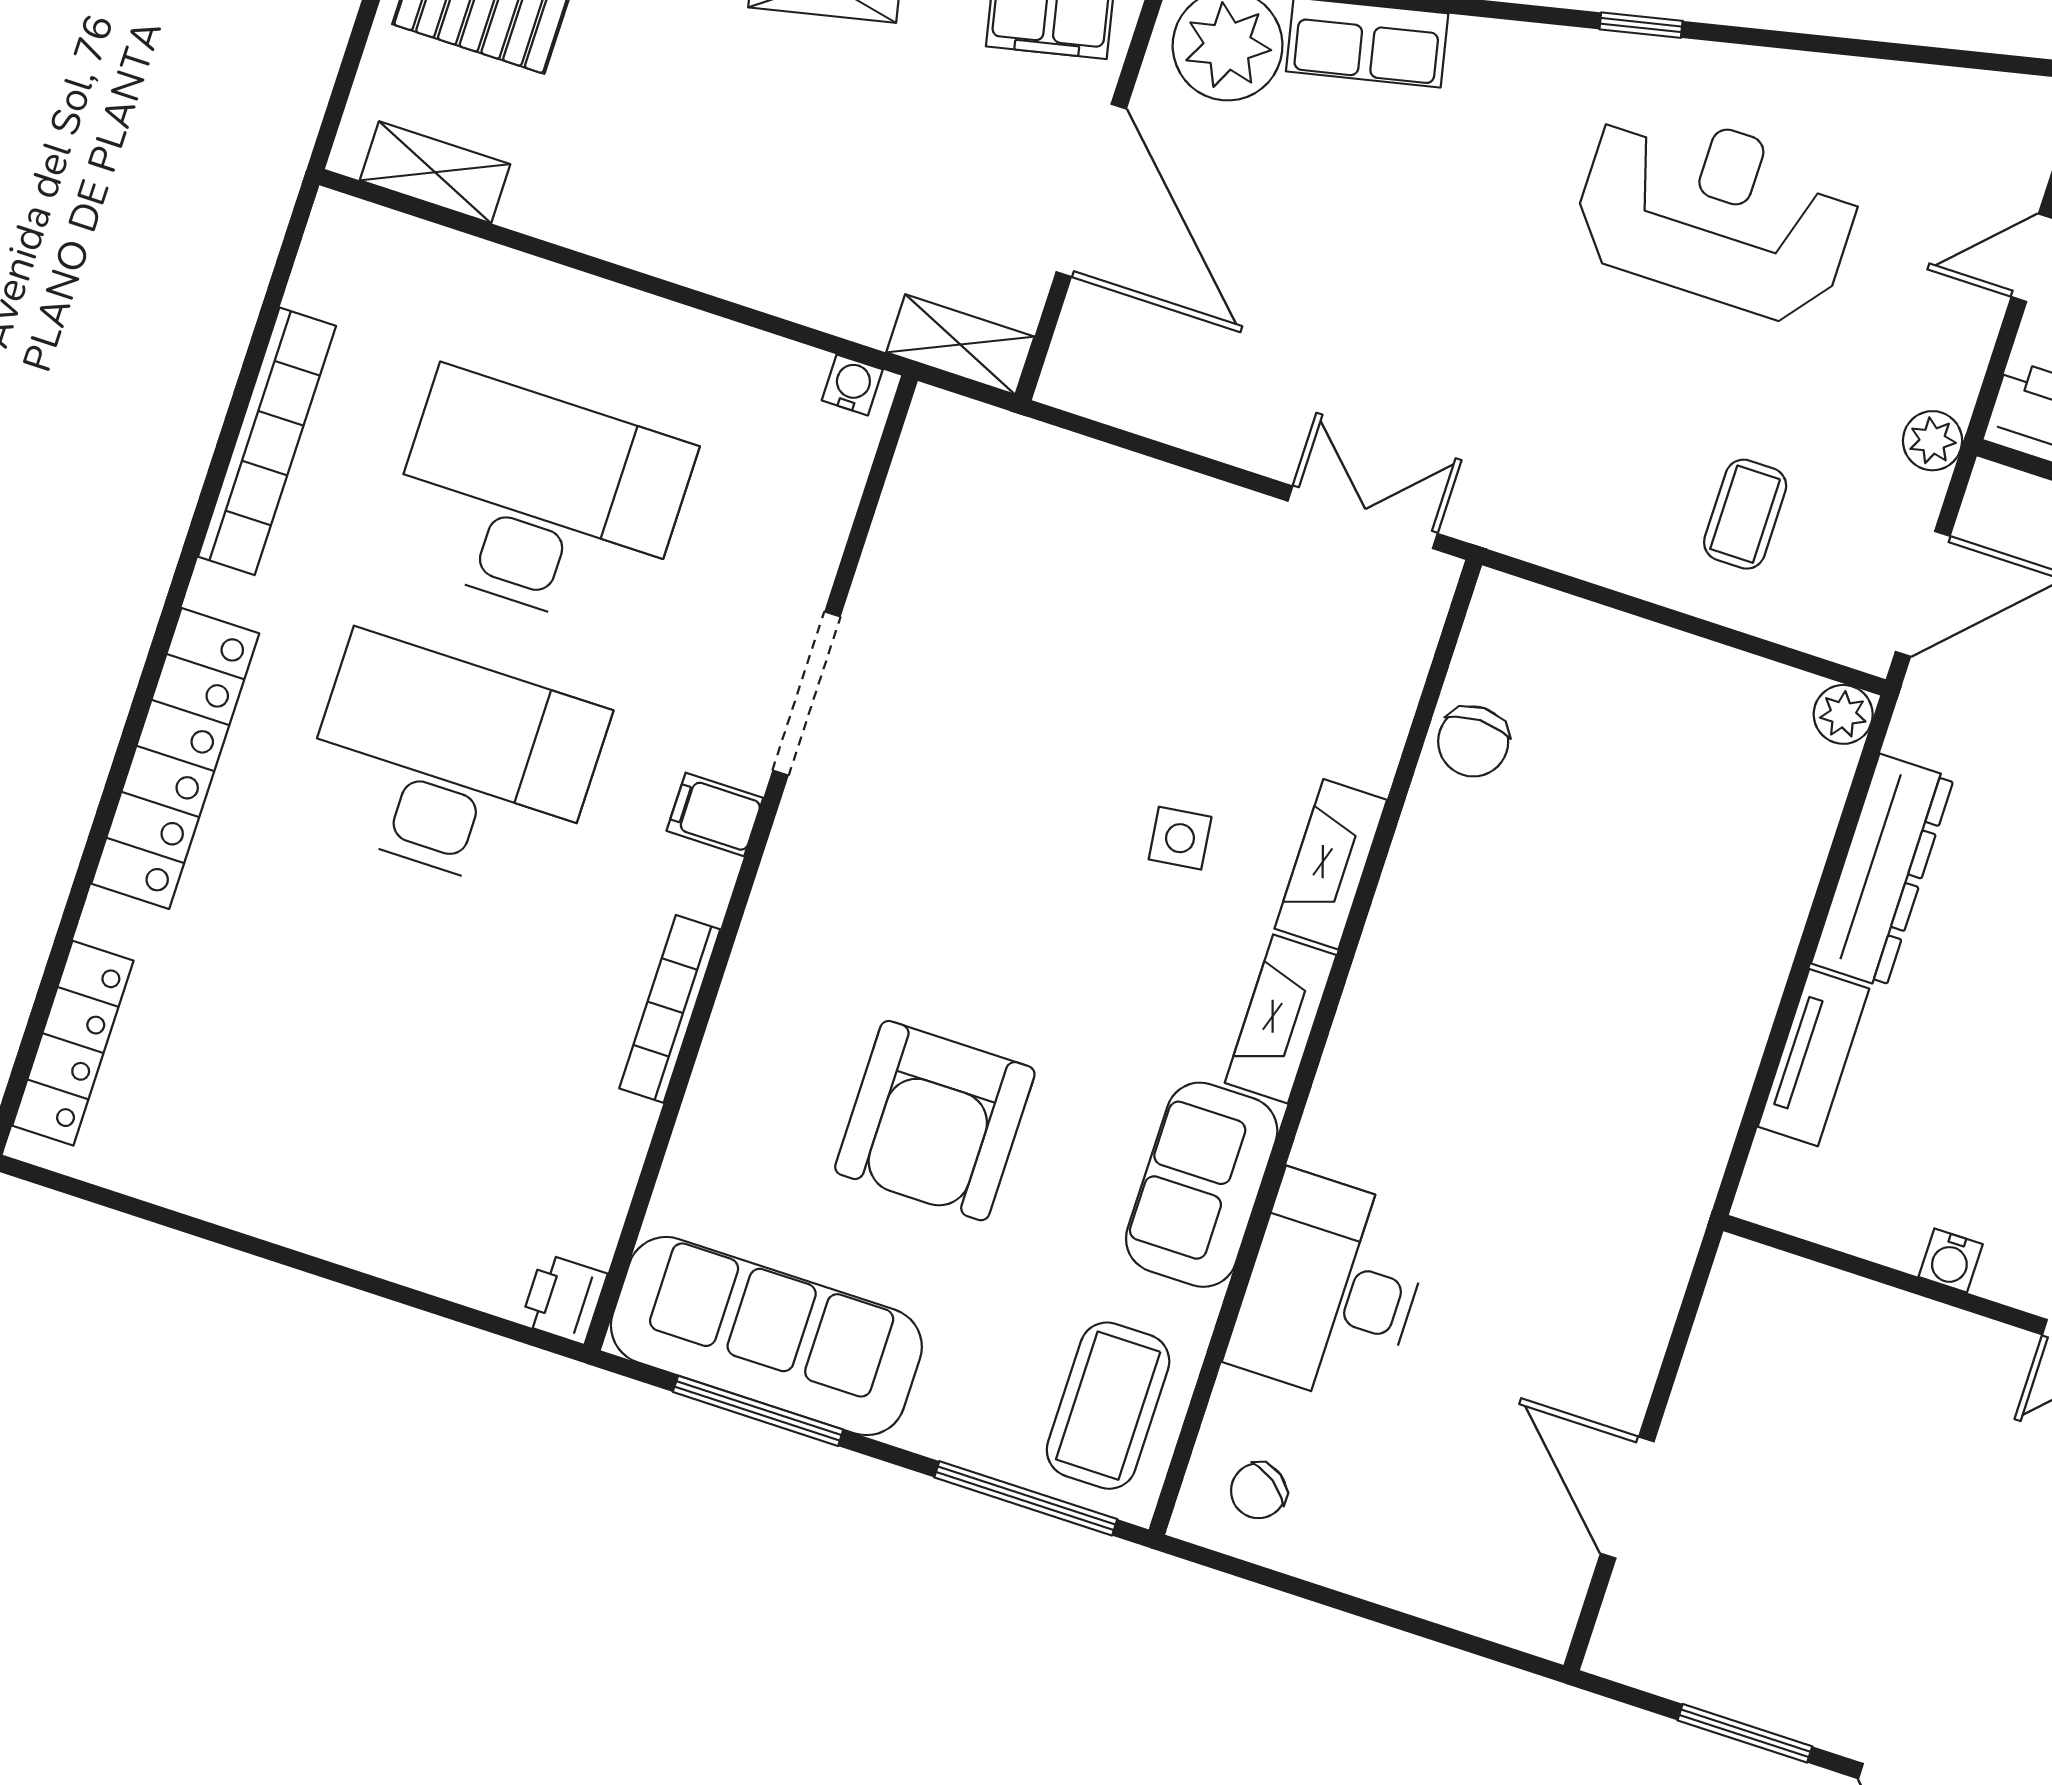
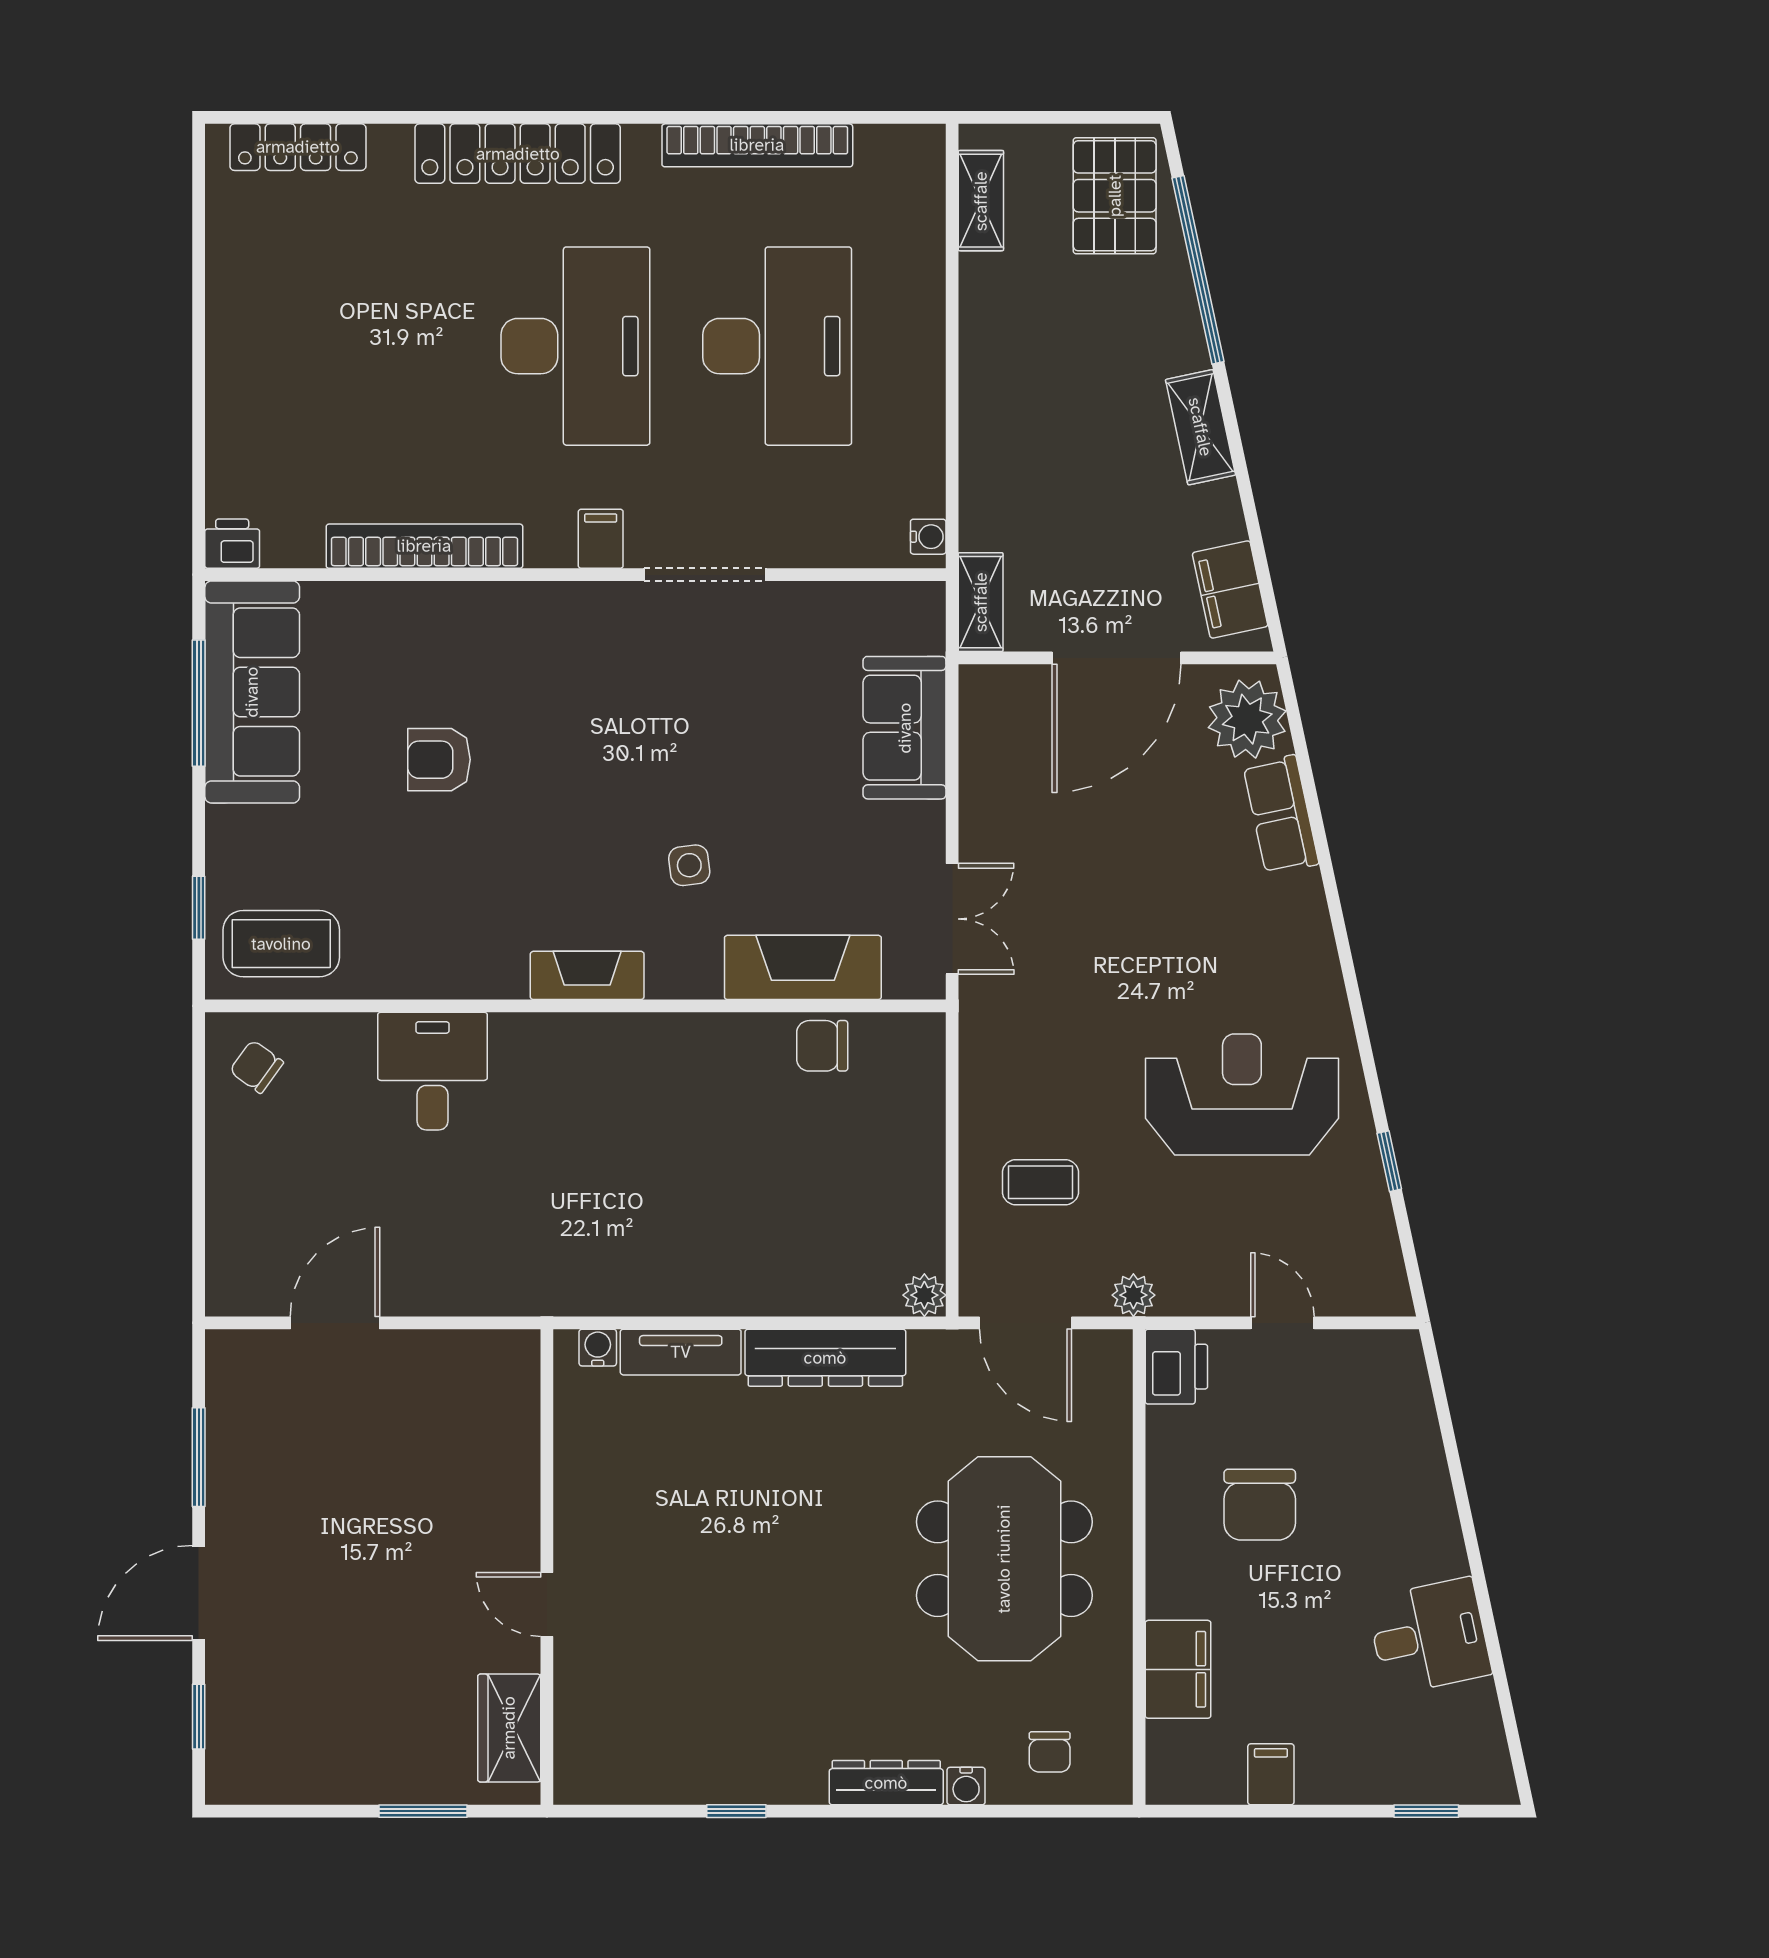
window: (1641, 25) -> (1389, 1161), moved
reception desk: (1716, 213) -> (1242, 1094), turned -90
fireplace: (1331, 864) -> (803, 967), moved, width x1.37, depth x1.32
bookcase: (670, 1009) -> (424, 546), width x1.48, depth x1.31
armchair: (935, 1121) -> (439, 760), width x0.53, depth x0.53
sofa: (1202, 1185) -> (905, 728), moved, turned -90
water cooler: (1951, 1261) -> (598, 1348), moved, turned 90
desk: (1331, 1289) -> (432, 1071), width x0.73
window: (1026, 1498) -> (199, 908), width x0.46

